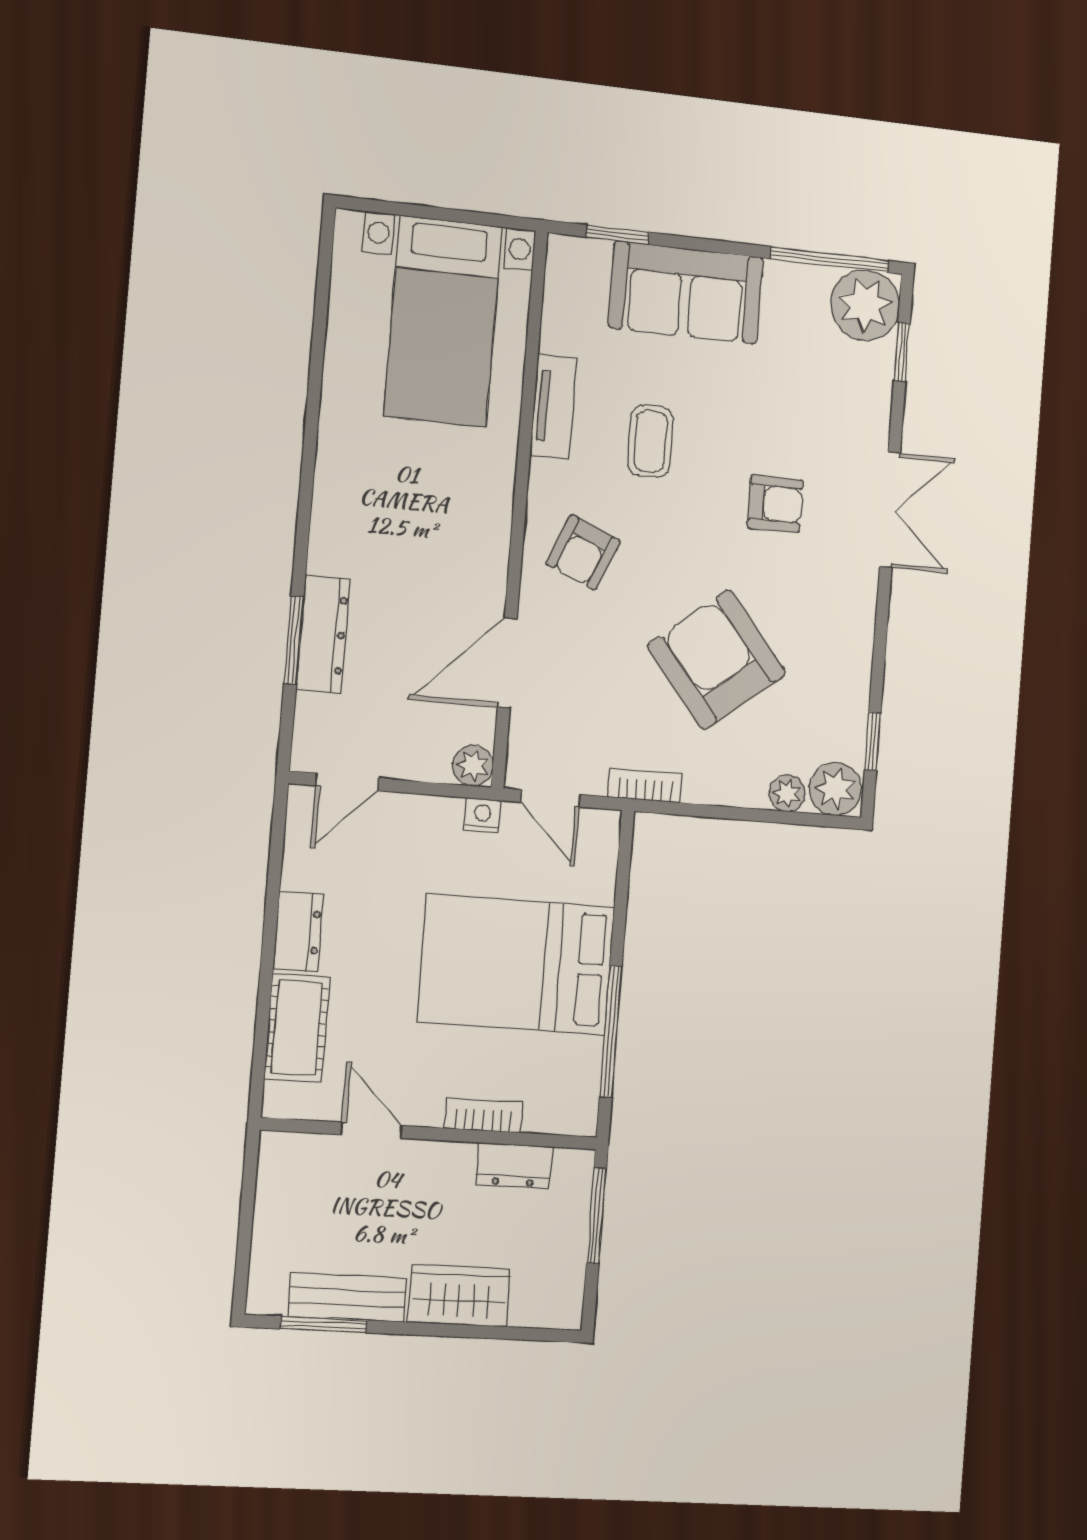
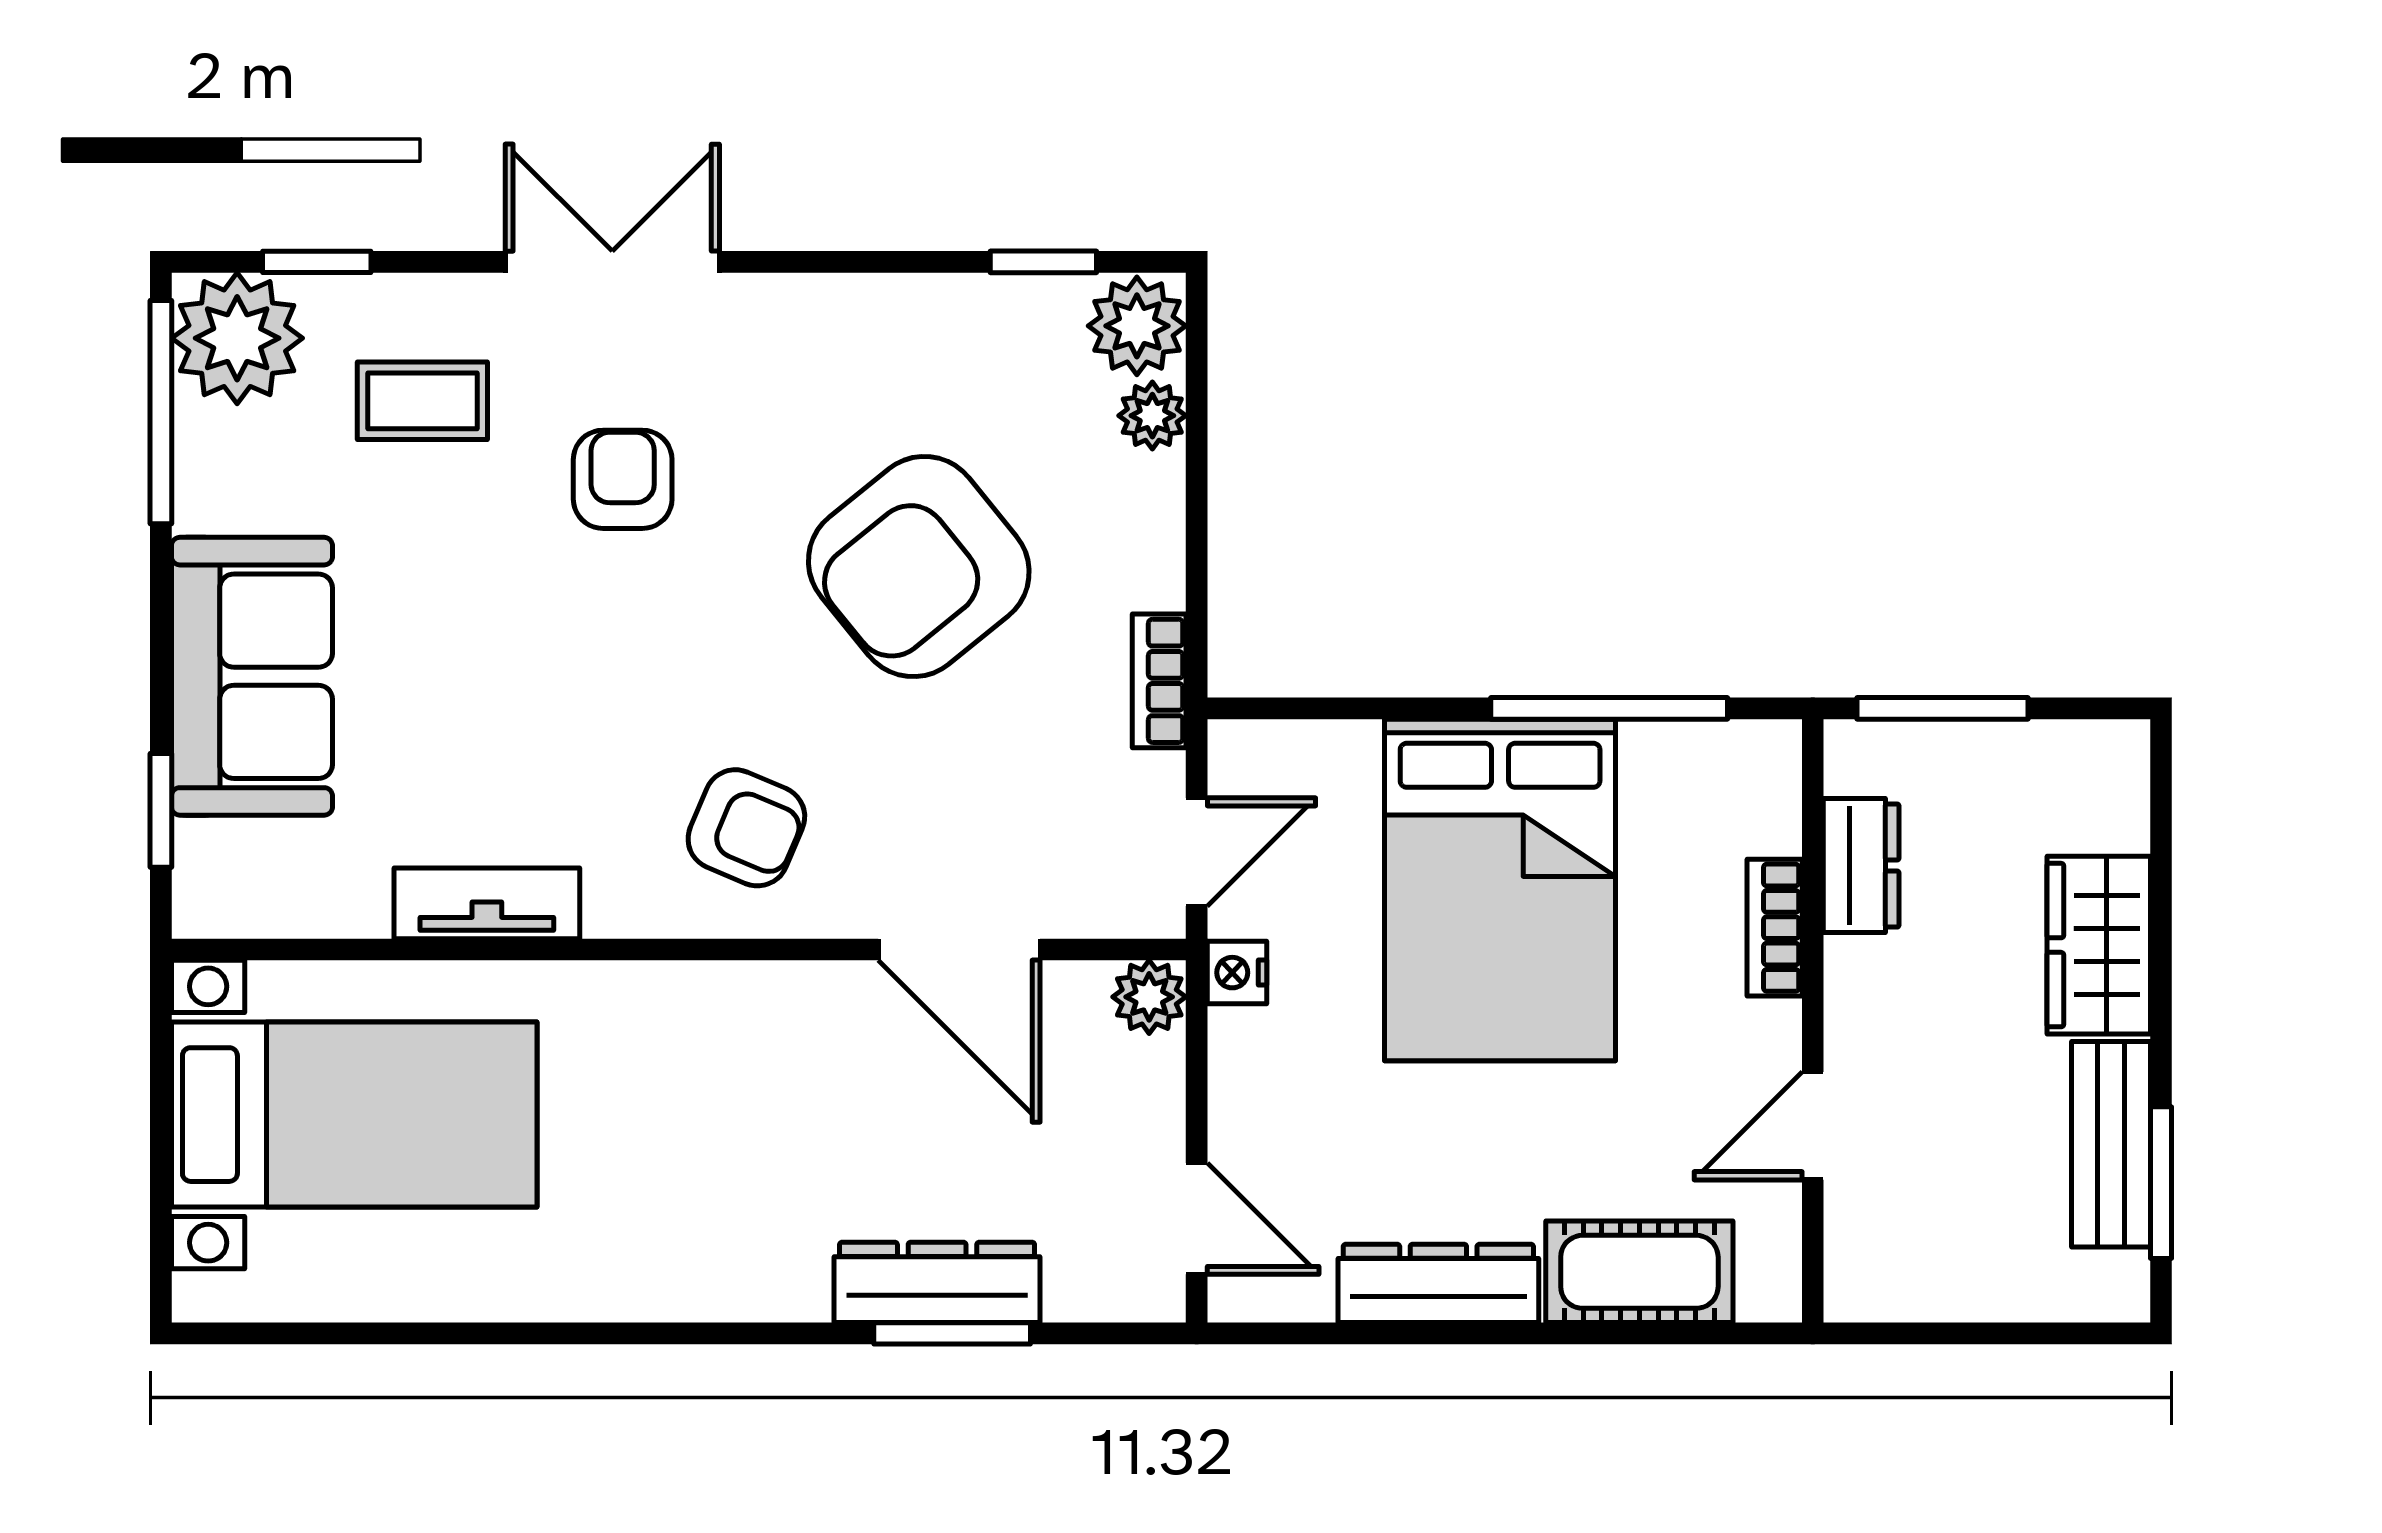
coffee table: (650, 441) -> (422, 401), moved
dresser: (298, 932) -> (1438, 1283), width x1.44

